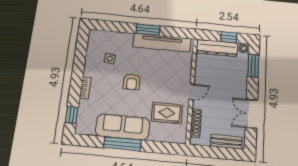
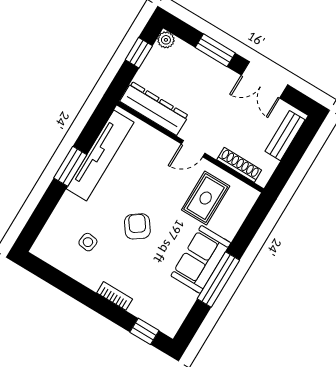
dresser: (217, 48) -> (154, 108), moved, turned -90
window: (253, 66) -> (215, 50), moved
armchair: (132, 82) -> (137, 226), turned -125
door: (192, 92) -> (193, 149), swing flipped
sofa: (123, 127) -> (201, 259), width x0.73

